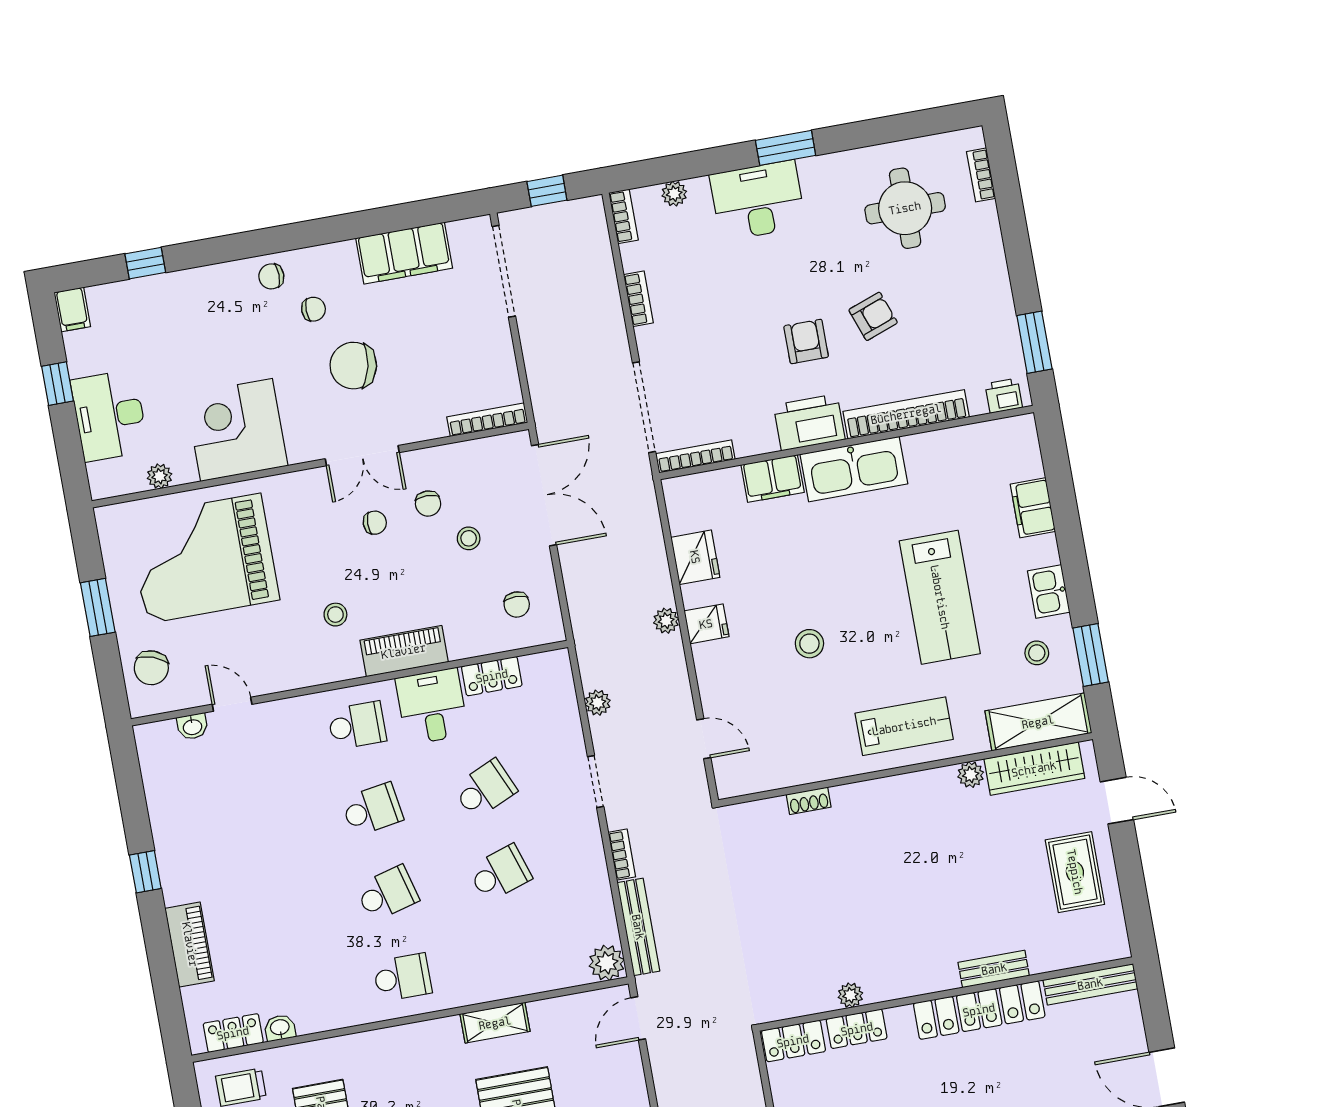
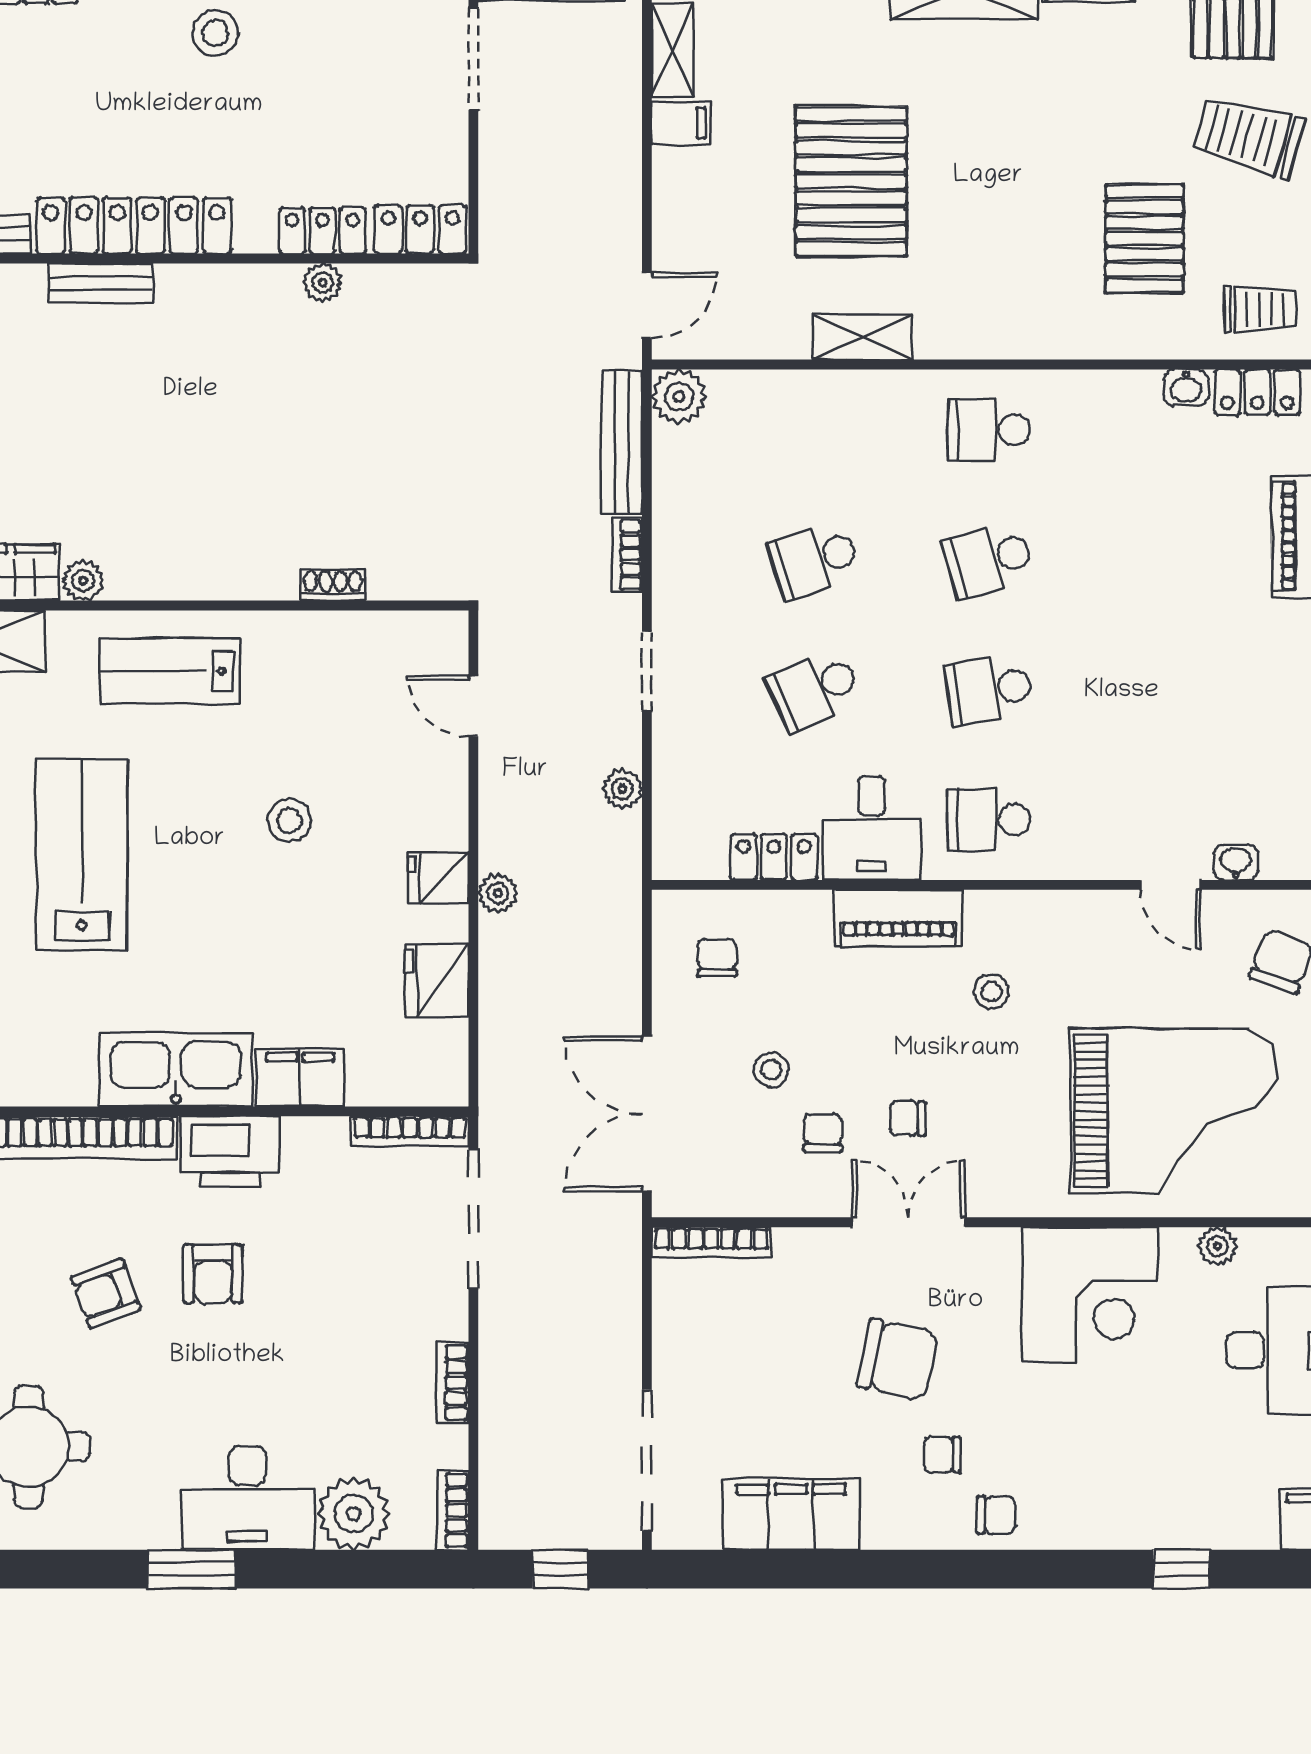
plant: (674, 194) -> (354, 1514), width x1.88, depth x1.88

